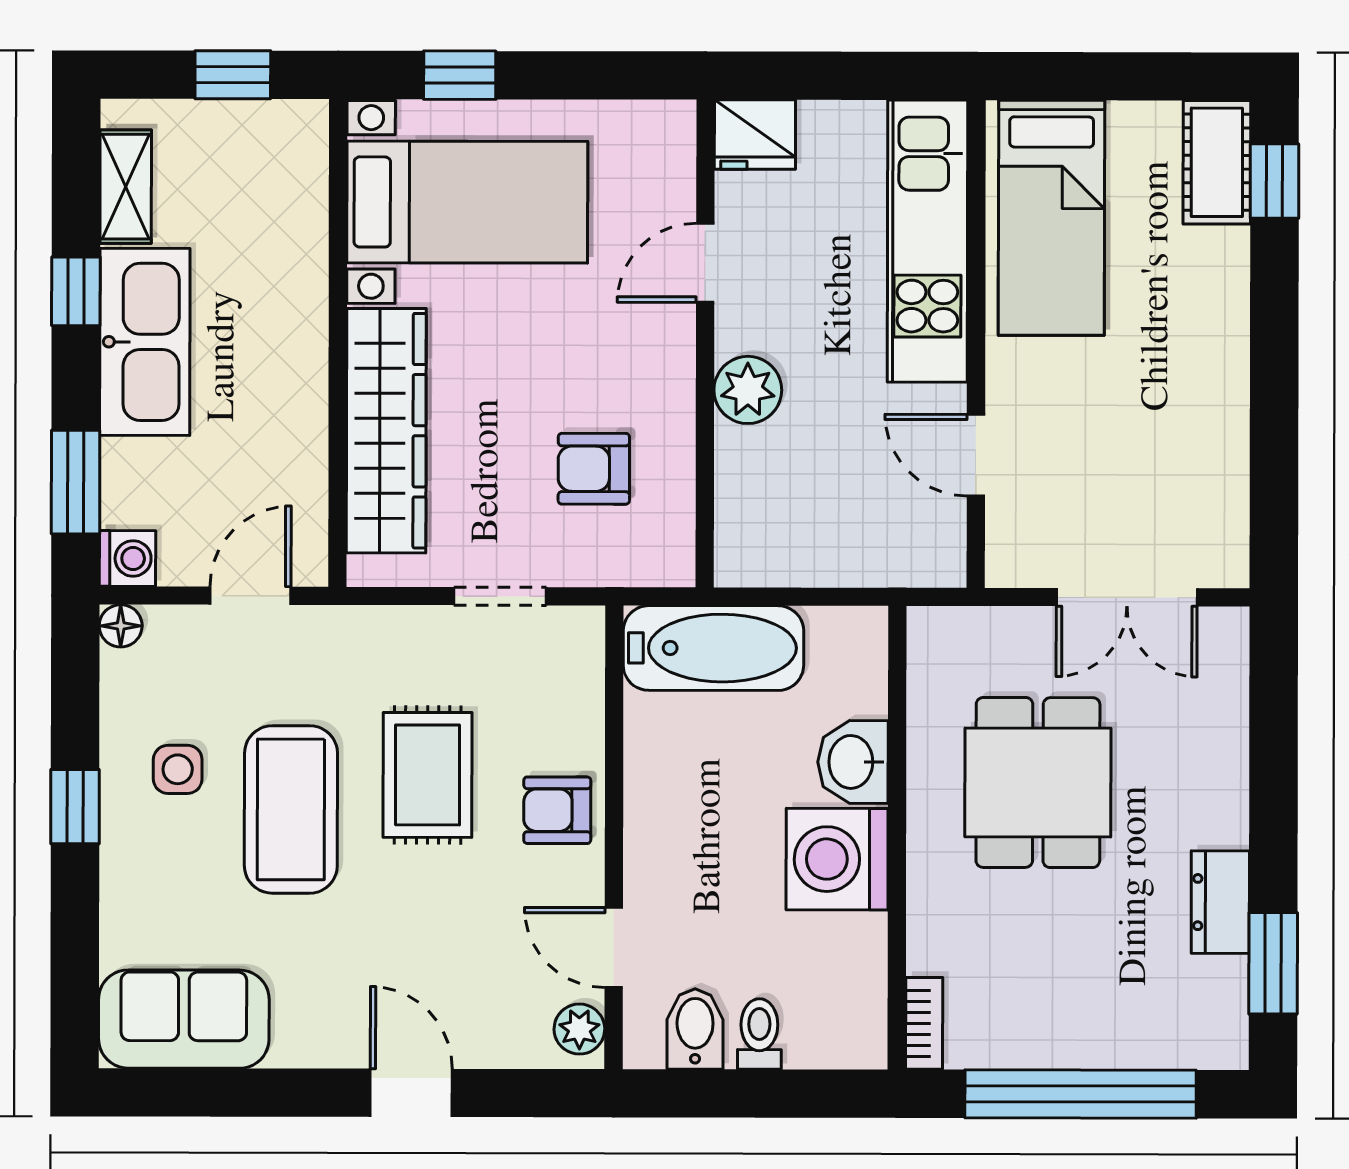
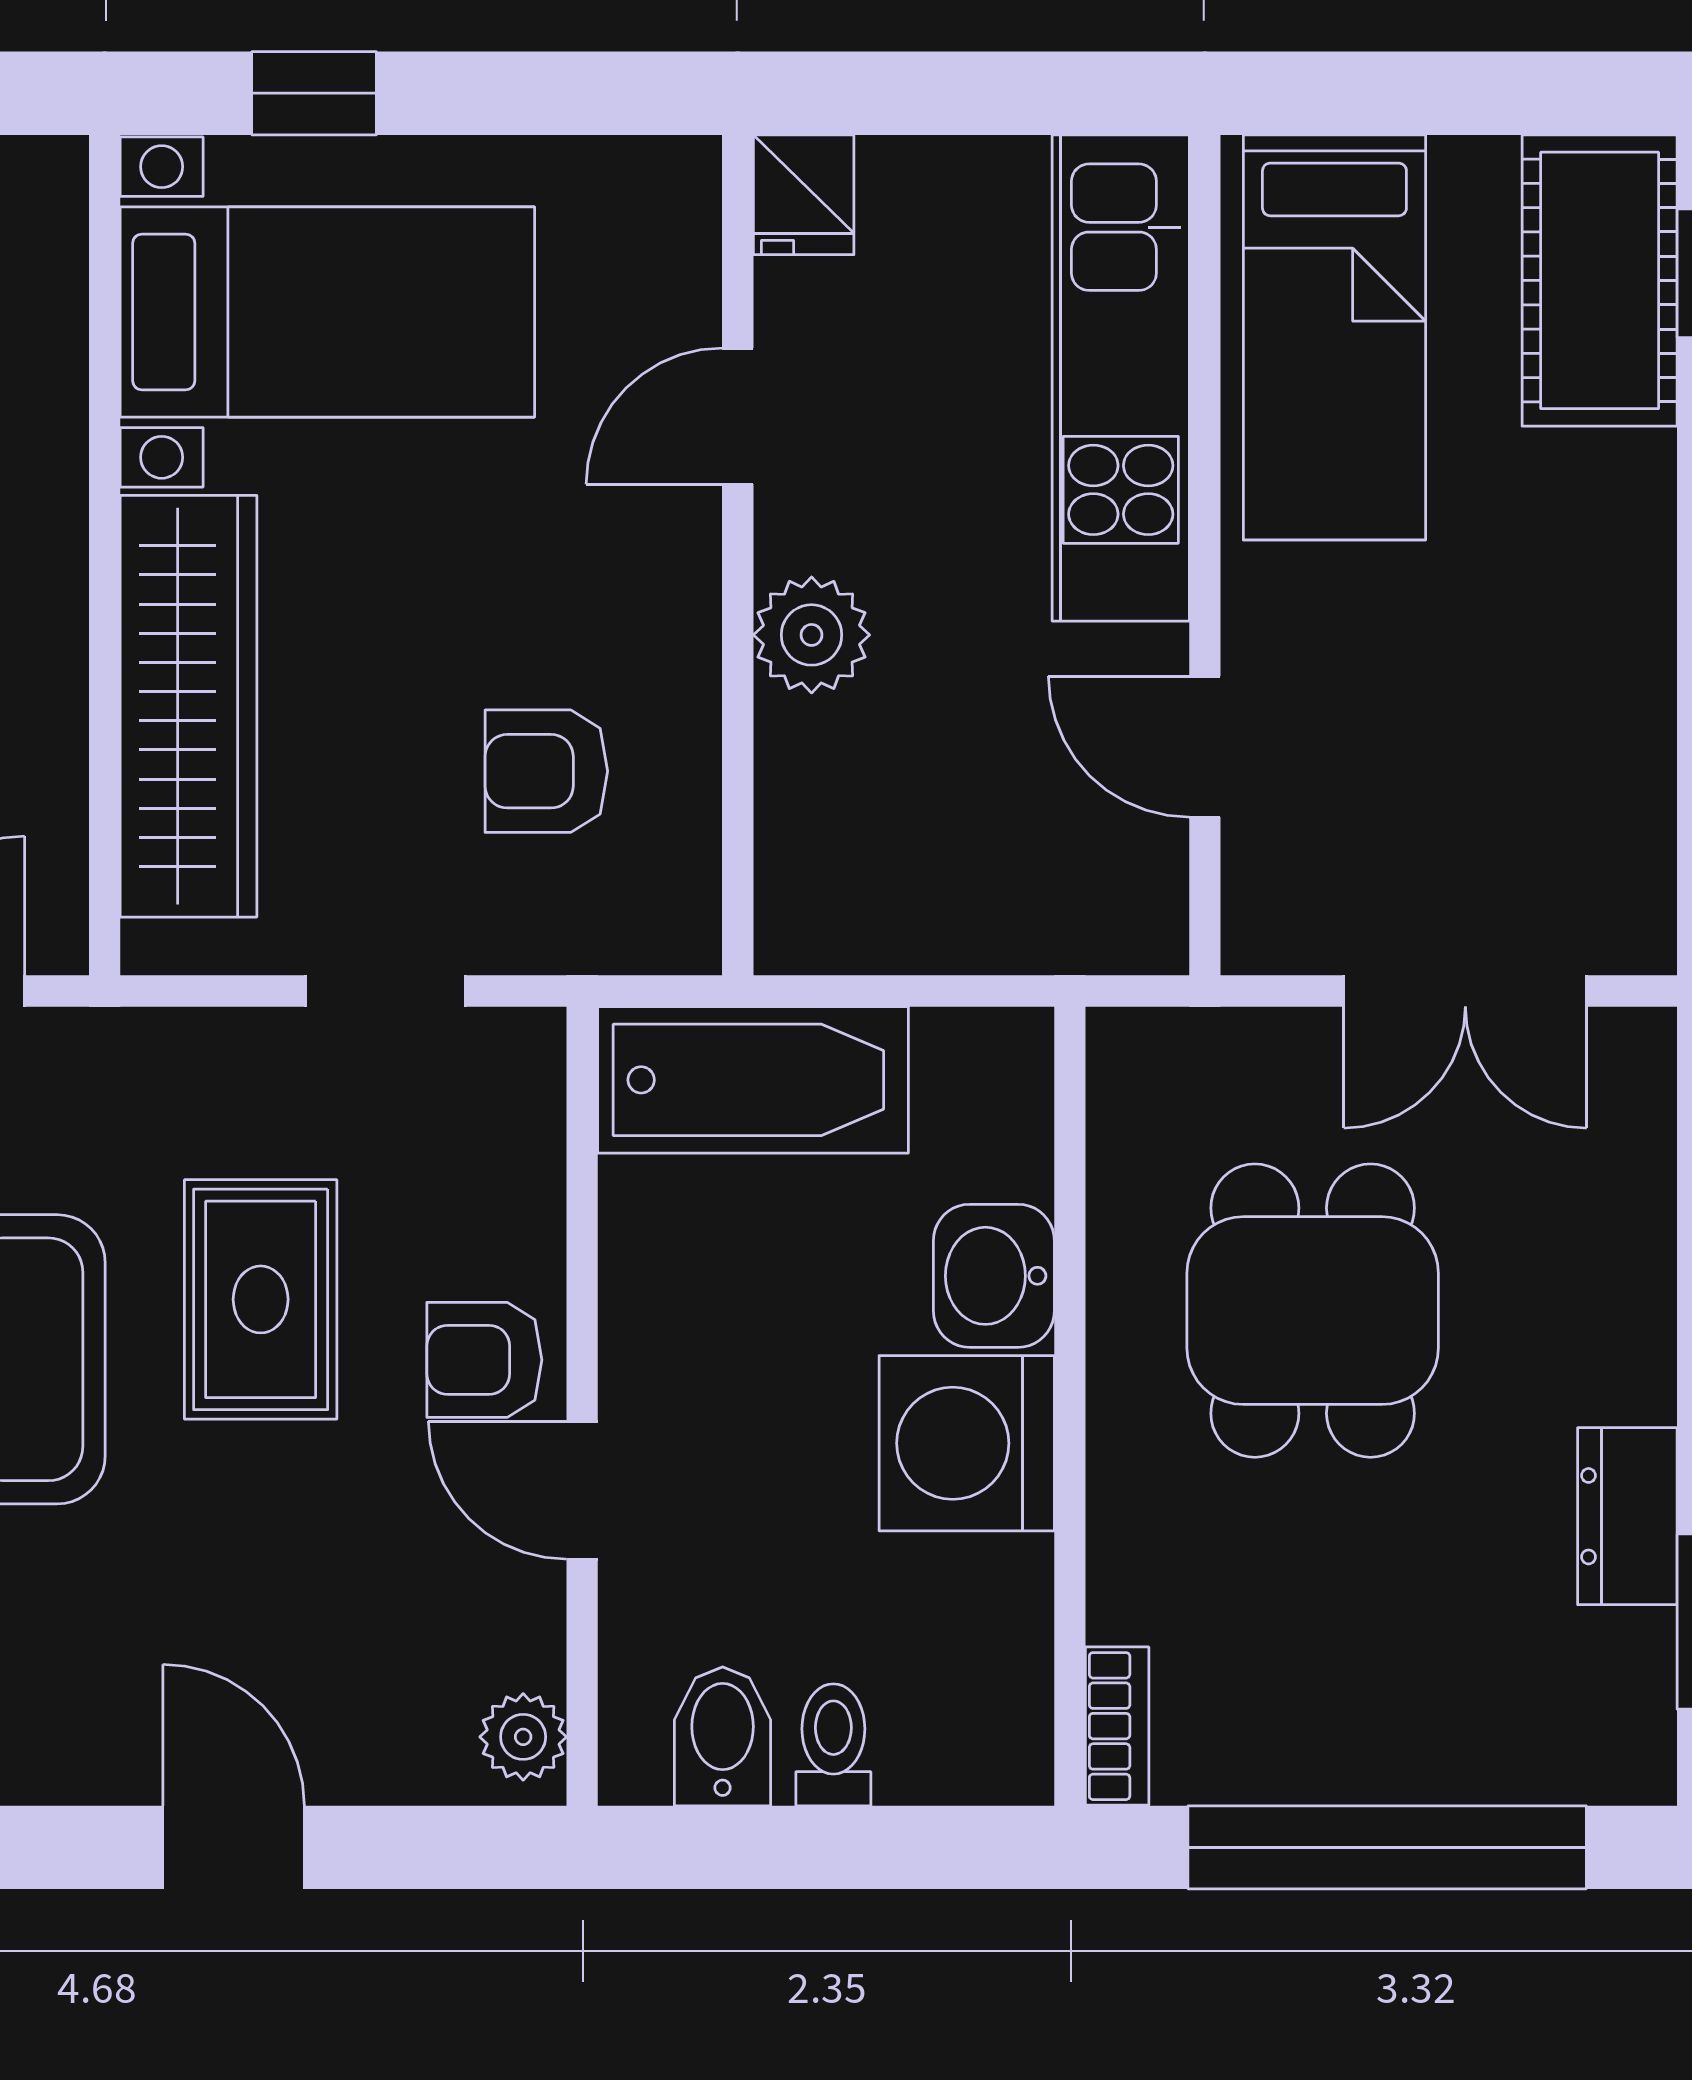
fridge: (755, 135) -> (804, 195), width x0.72
cot: (1217, 162) -> (1600, 280), width x1.37, depth x1.34
door: (614, 948) -> (582, 1490), moved

